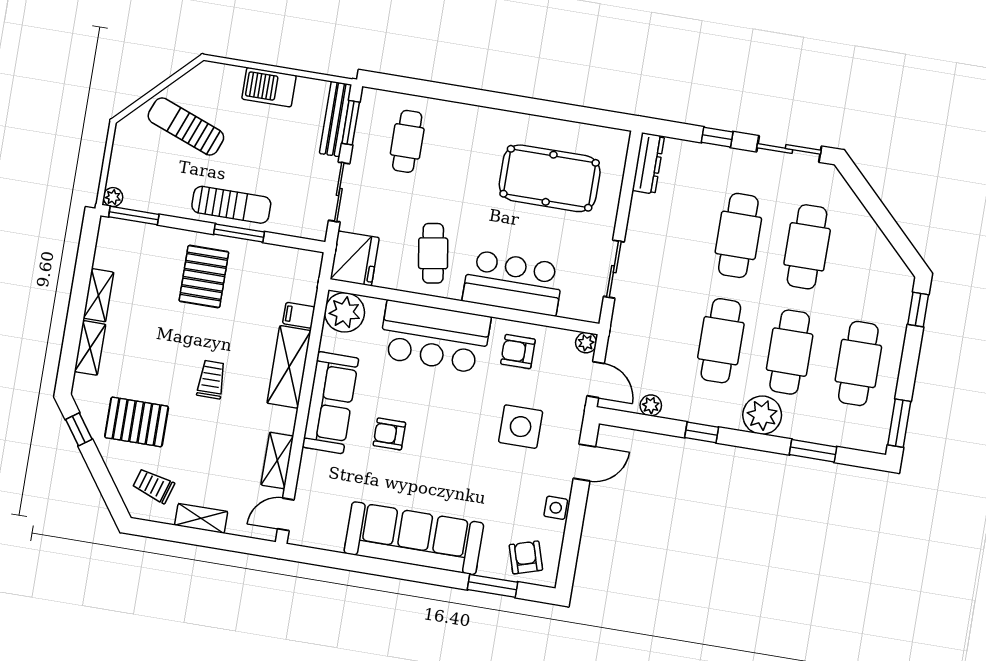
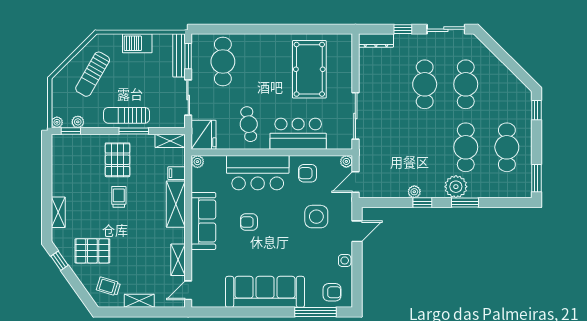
sun lounger: (186, 126) -> (93, 74), turned -81
cafe table: (407, 141) -> (223, 62), width x1.37, depth x1.35
dresser: (648, 163) -> (376, 40), moved, turned 90
pool table: (550, 178) -> (309, 69), turned 90
plant: (148, 202) -> (78, 122), added
sun lounger: (231, 205) -> (127, 115), turned 180
window: (134, 216) -> (71, 131), width x0.67
sliding door: (614, 269) -> (355, 116), width x1.37
shelving: (98, 295) -> (170, 141), moved, turned 90
plant: (345, 312) -> (197, 162), width x0.53, depth x0.53
cafe table: (721, 341) -> (425, 147), removed
trolley: (211, 380) -> (119, 197), moved
door: (596, 380) -> (355, 182), swing flipped
plant: (651, 405) -> (414, 192), moved
armchair: (389, 434) -> (249, 222), moved
window: (813, 451) -> (465, 203), moved
armchair: (526, 557) -> (332, 292), turned 107
window: (493, 586) -> (315, 312), width x1.44

